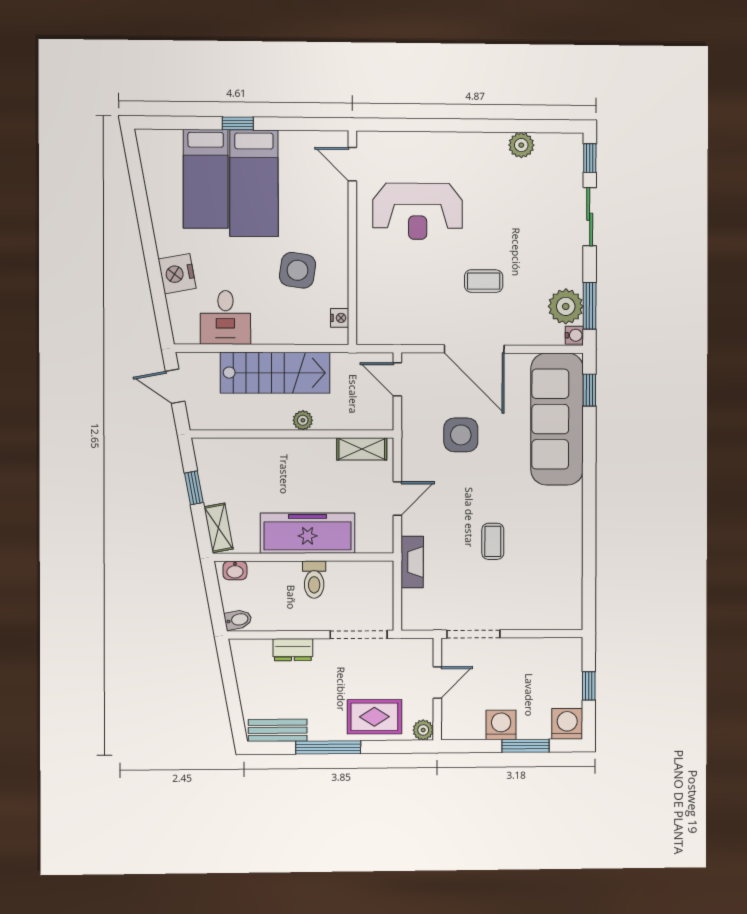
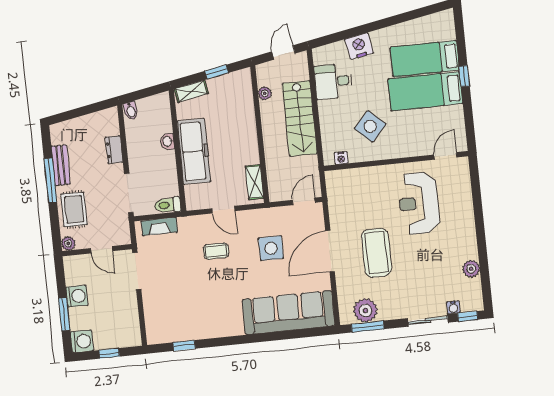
side table: (298, 270) -> (370, 126), turned 35
coffee table: (484, 281) -> (377, 253), width x1.86, depth x1.72
water cooler: (574, 335) -> (453, 307), moved
window: (589, 390) -> (184, 346), moved
plant: (303, 420) -> (265, 93), moved
coffee table: (493, 541) -> (216, 251), moved
fireplace: (412, 562) -> (159, 226), moved
washbasin: (235, 570) -> (167, 141), moved
toilet: (314, 580) -> (168, 205), moved
bench: (278, 730) -> (61, 165), moved

